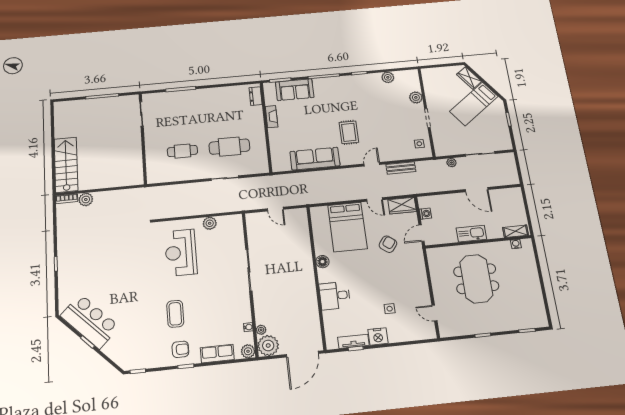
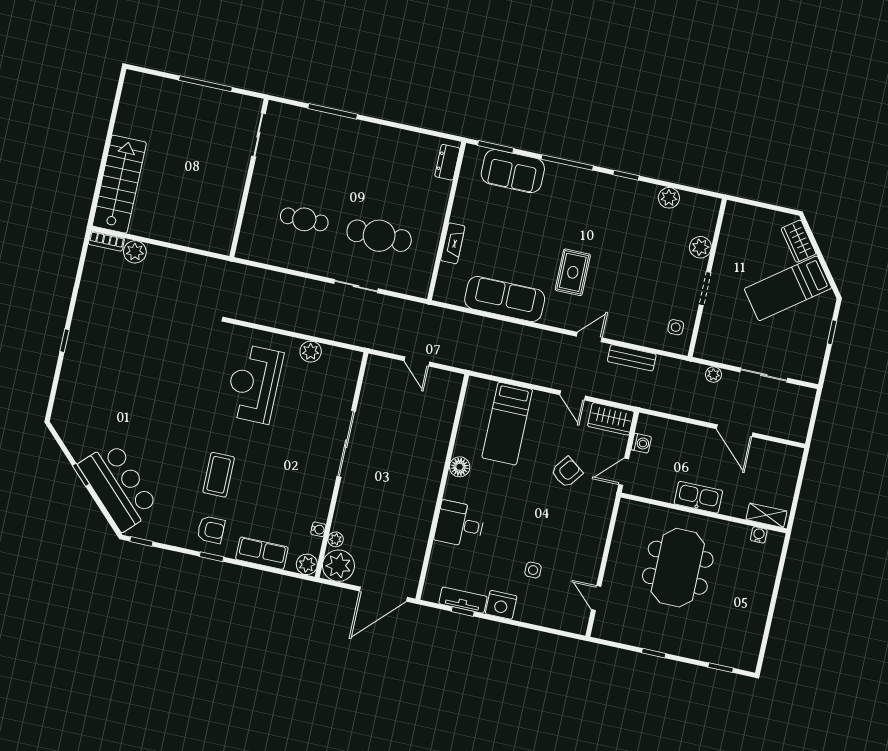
fireplace: (272, 117) -> (453, 243), moved
bed: (347, 227) -> (507, 424), width x0.67
bar counter: (90, 321) -> (119, 486), moved

